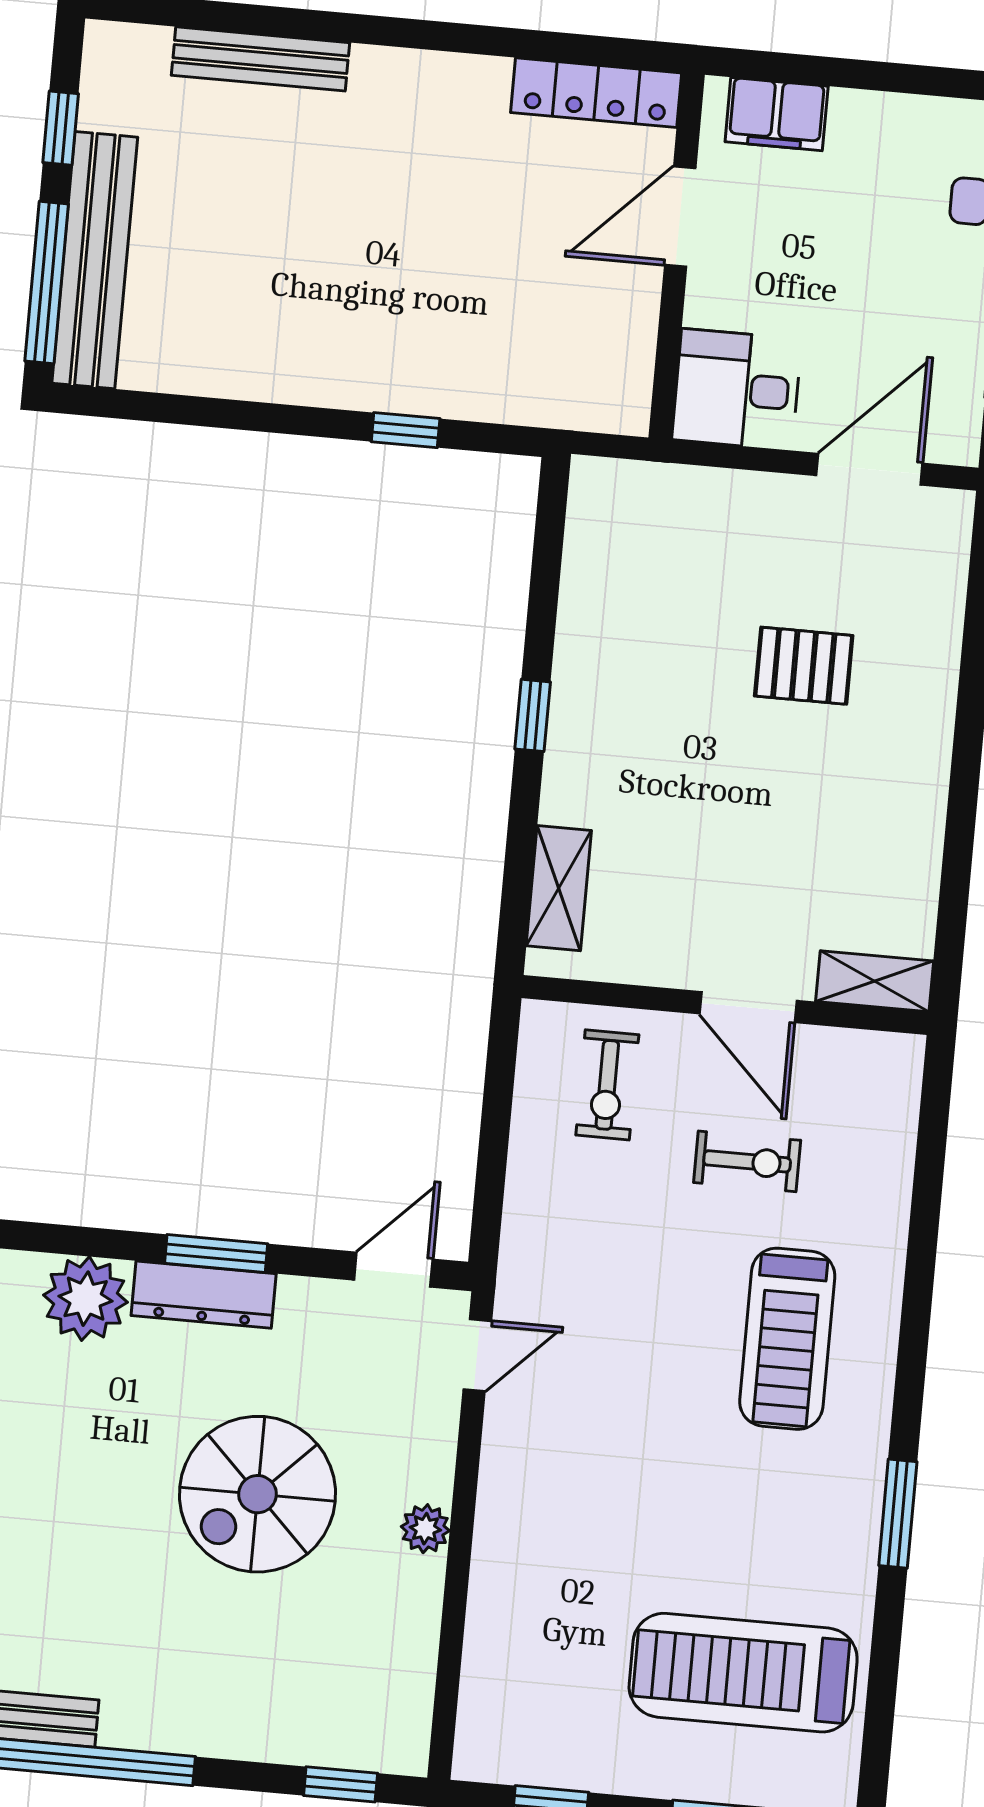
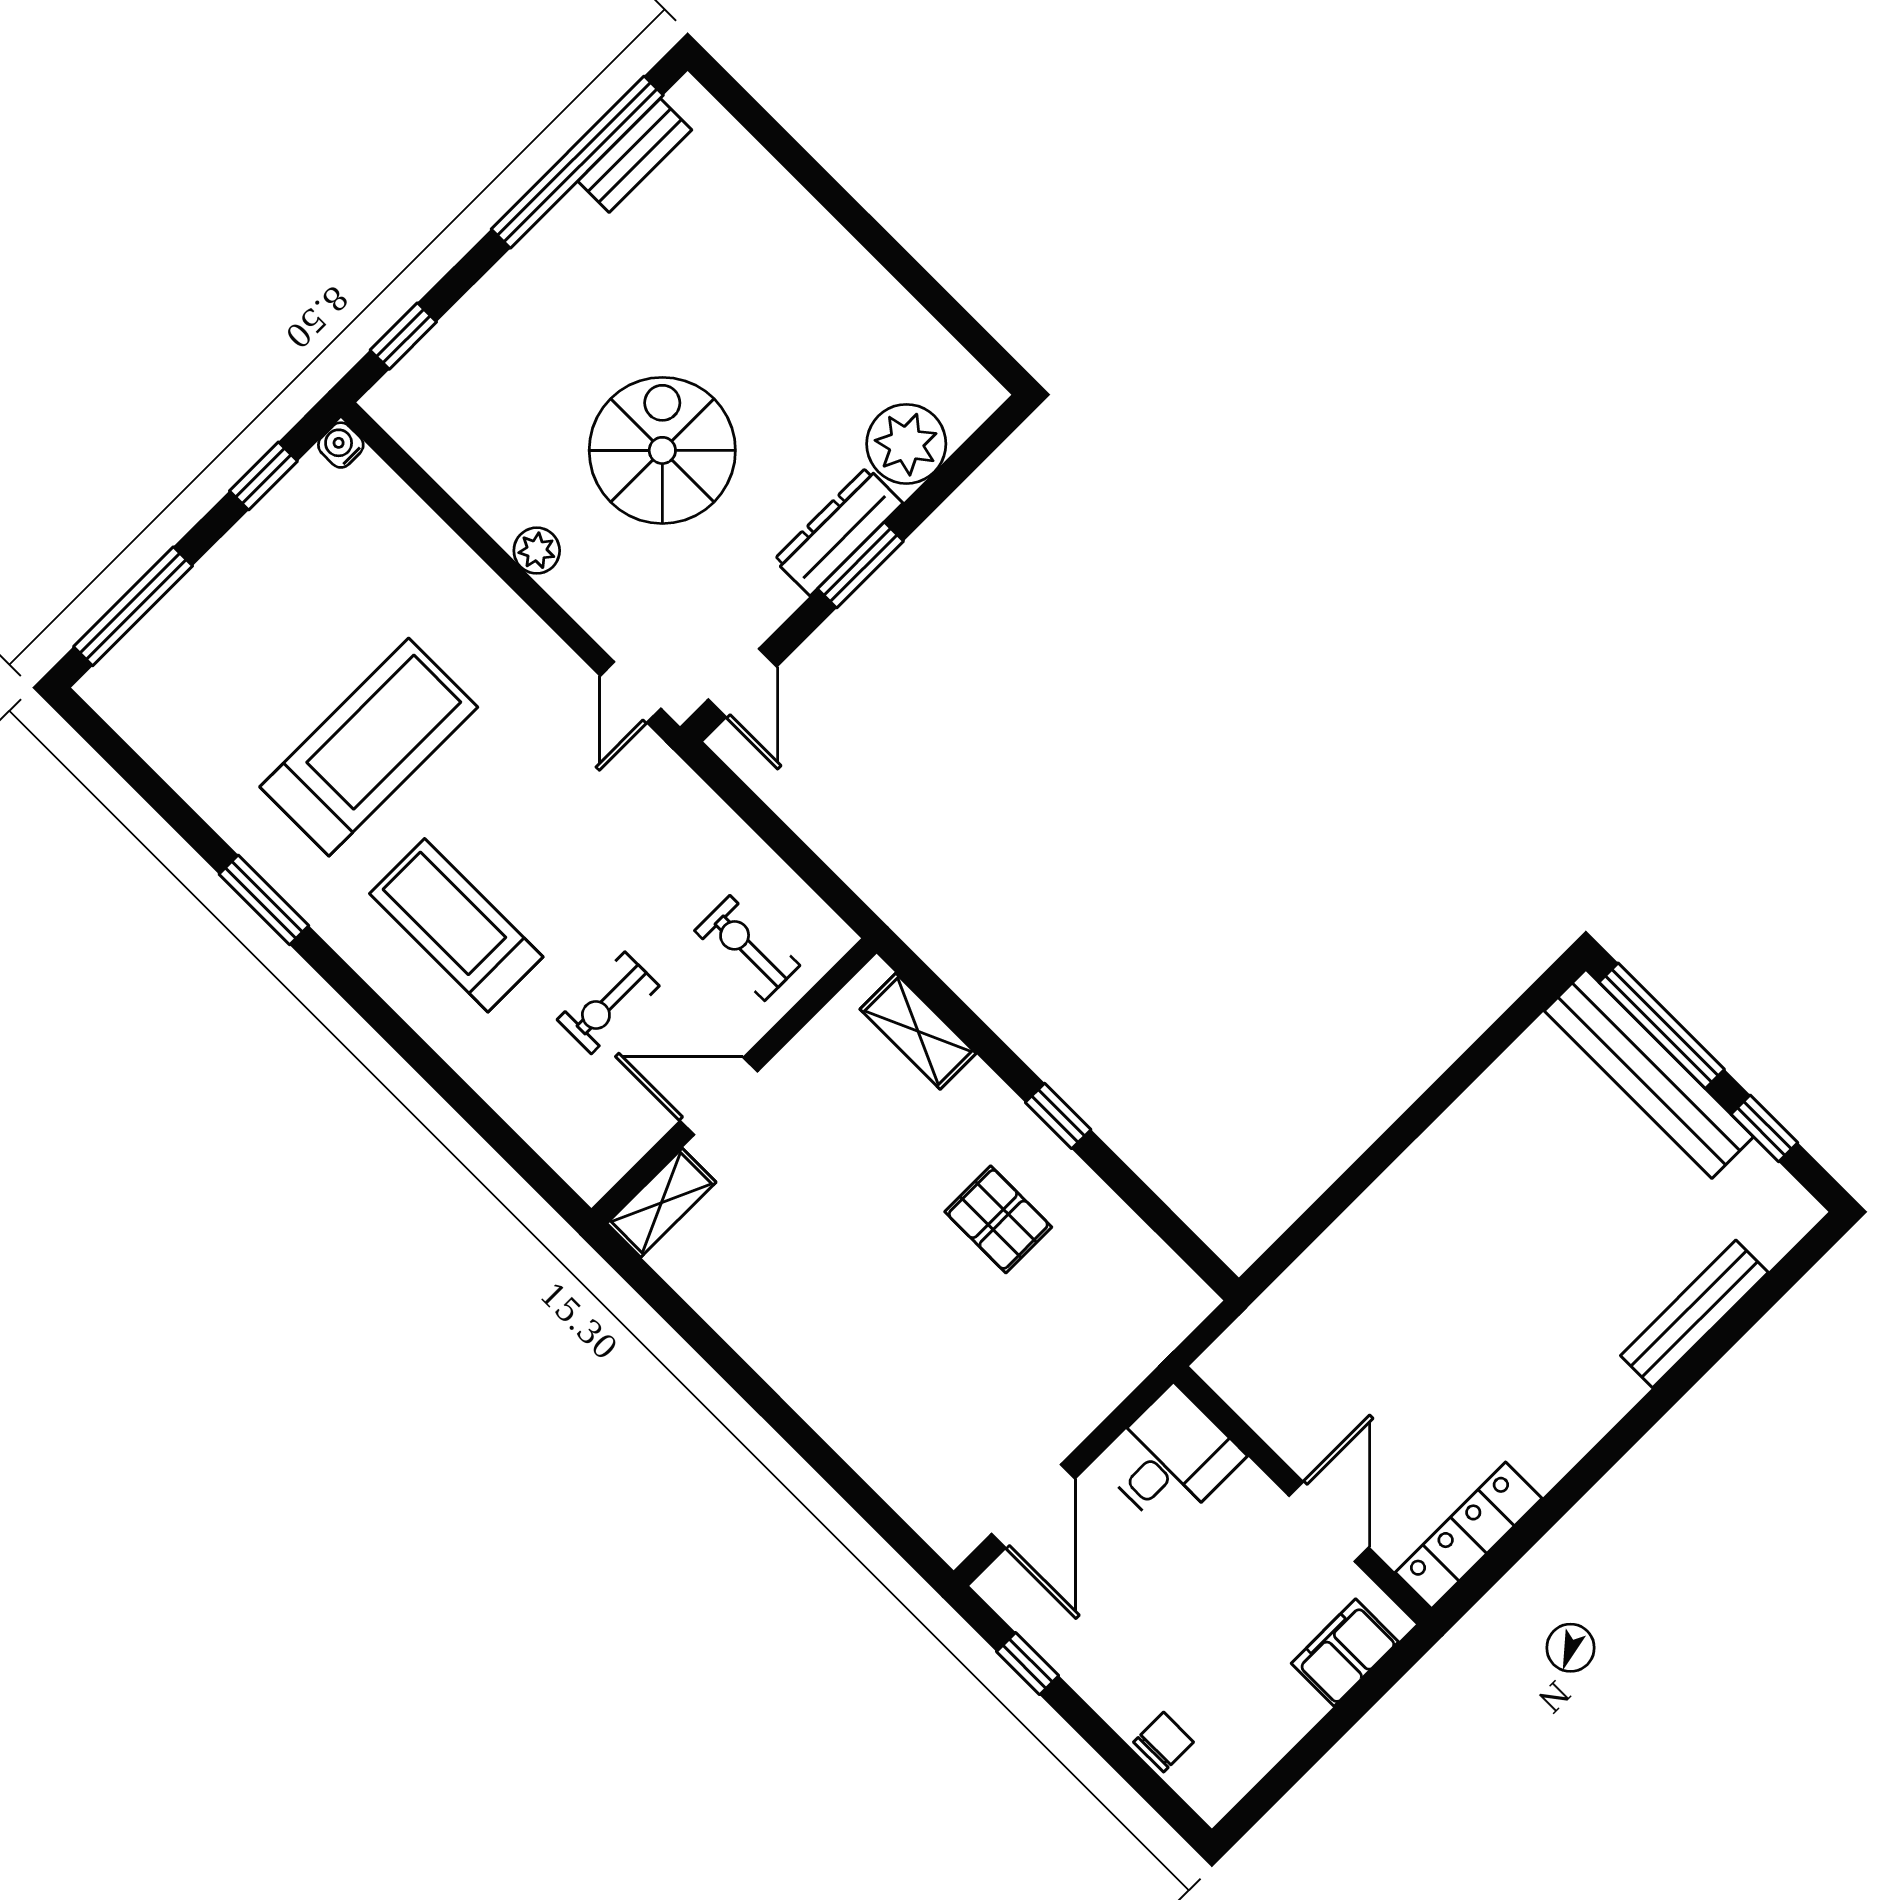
window: (406, 430) -> (1340, 1196), removed
pallet: (804, 666) -> (998, 1219), moved, turned 90
treadmill: (743, 1673) -> (369, 747), moved
water cooler: (473, 1761) -> (341, 445), added

